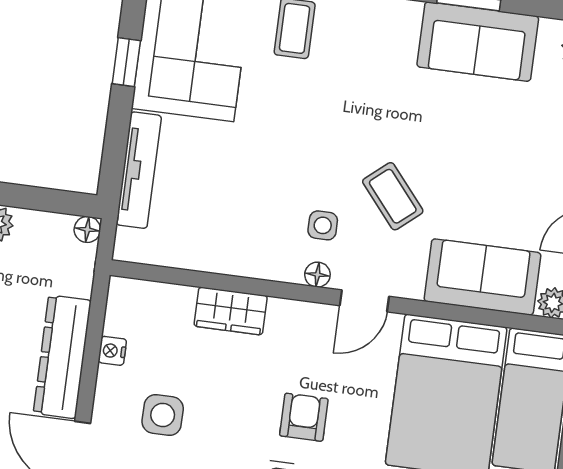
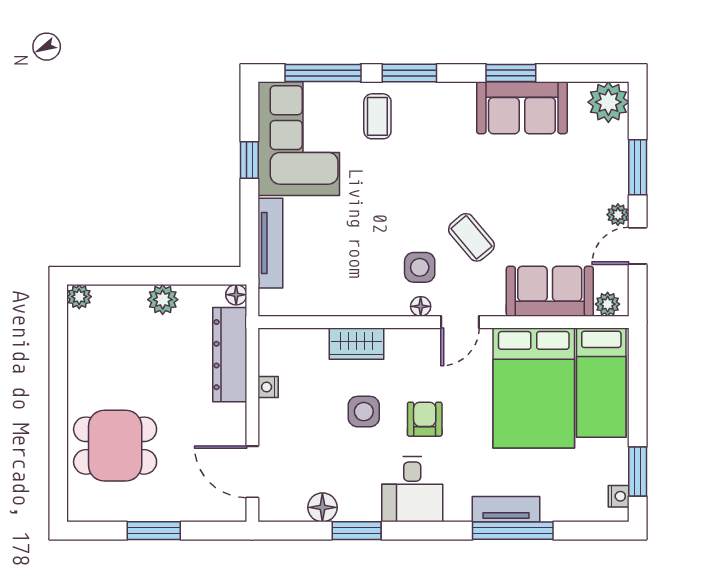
side table: (323, 225) -> (420, 267), width x1.37, depth x1.37
dresser: (62, 357) -> (230, 355), moved
side table: (163, 415) -> (364, 412), moved

